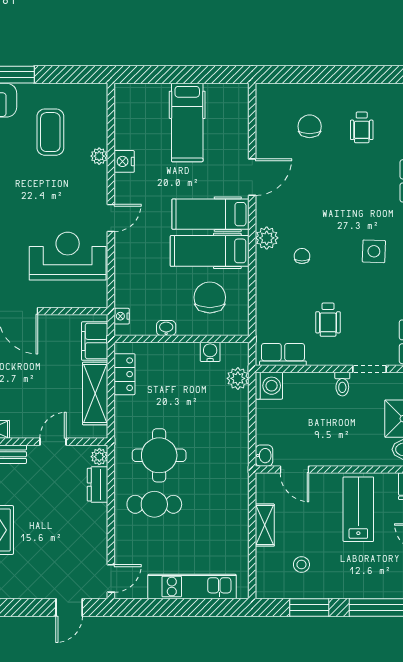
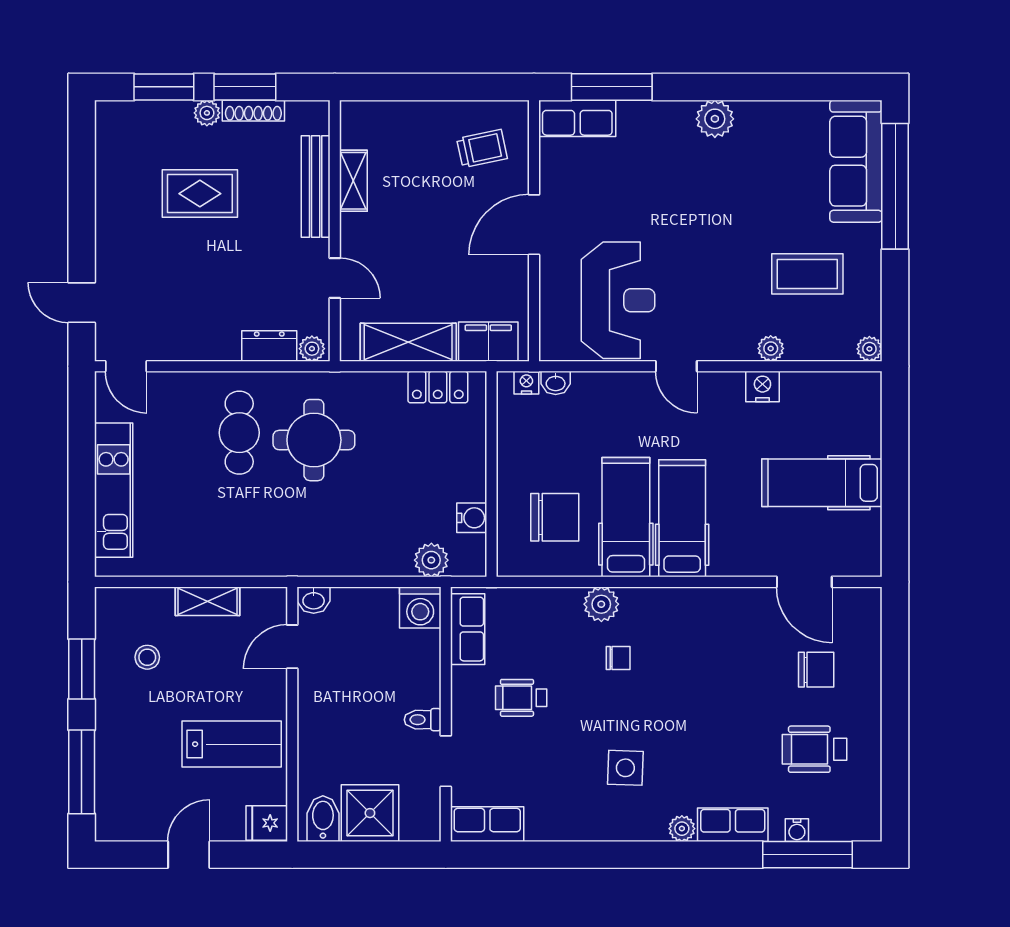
plant: (99, 91) -> (869, 349), added
wheelchair: (362, 127) -> (814, 749), width x1.36, depth x1.37
door: (252, 177) -> (804, 582), moved
plant: (267, 238) -> (601, 604), moved
washbasin: (166, 328) -> (556, 383), moved, turned 90

